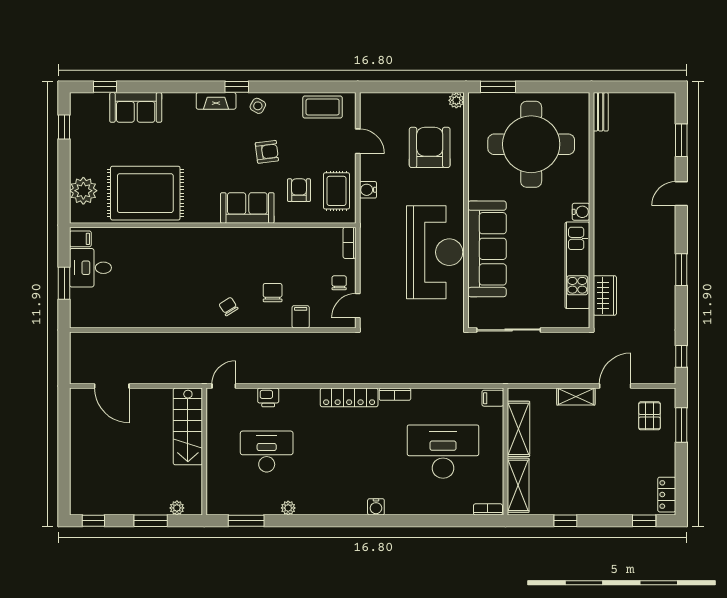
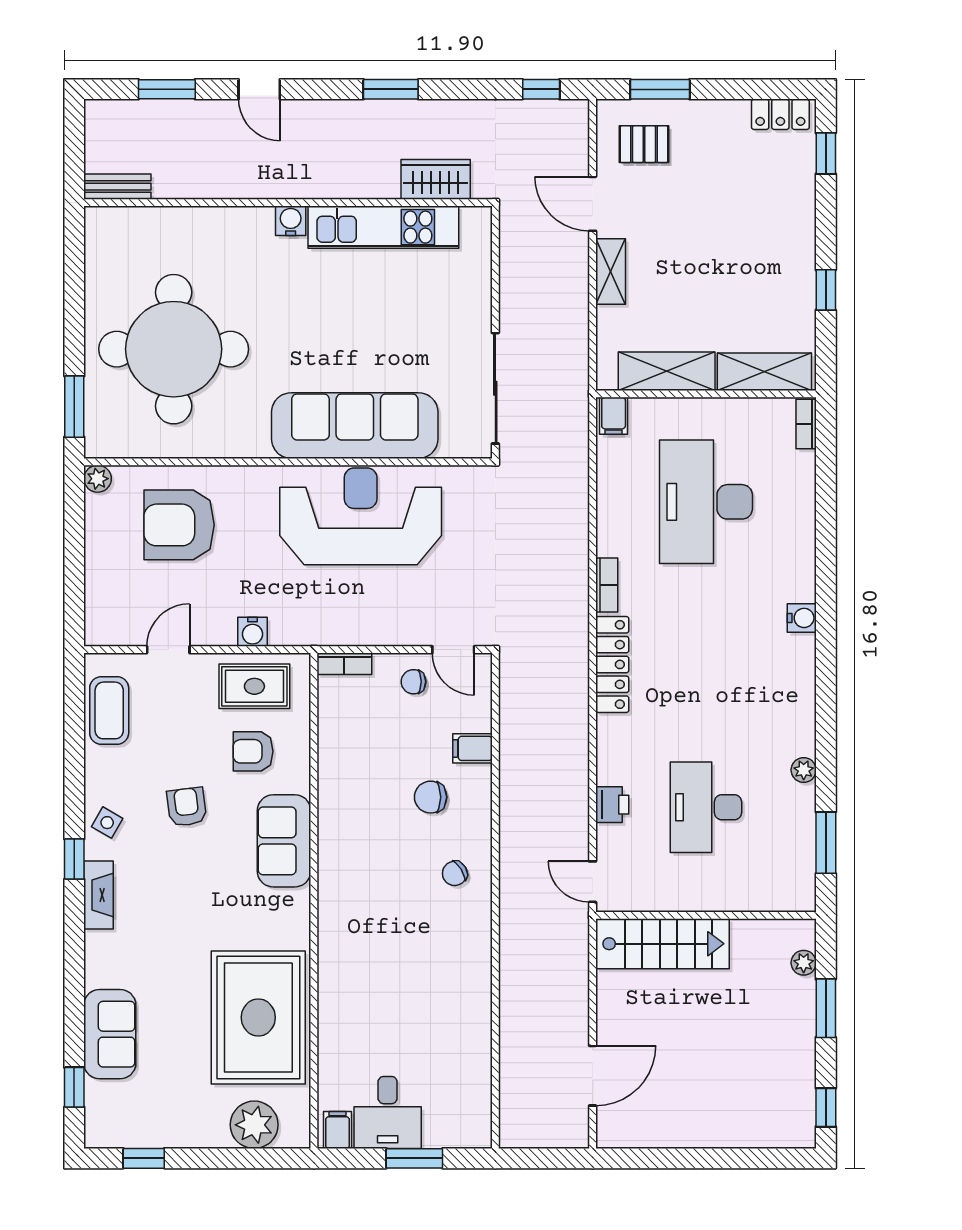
bench: (601, 112) -> (117, 187), moved
wall: (591, 210) -> (288, 203), moved
water cooler: (581, 212) -> (291, 221), moved
kitchen unit: (577, 265) -> (383, 227), moved
wardrobe: (605, 295) -> (436, 179), moved

